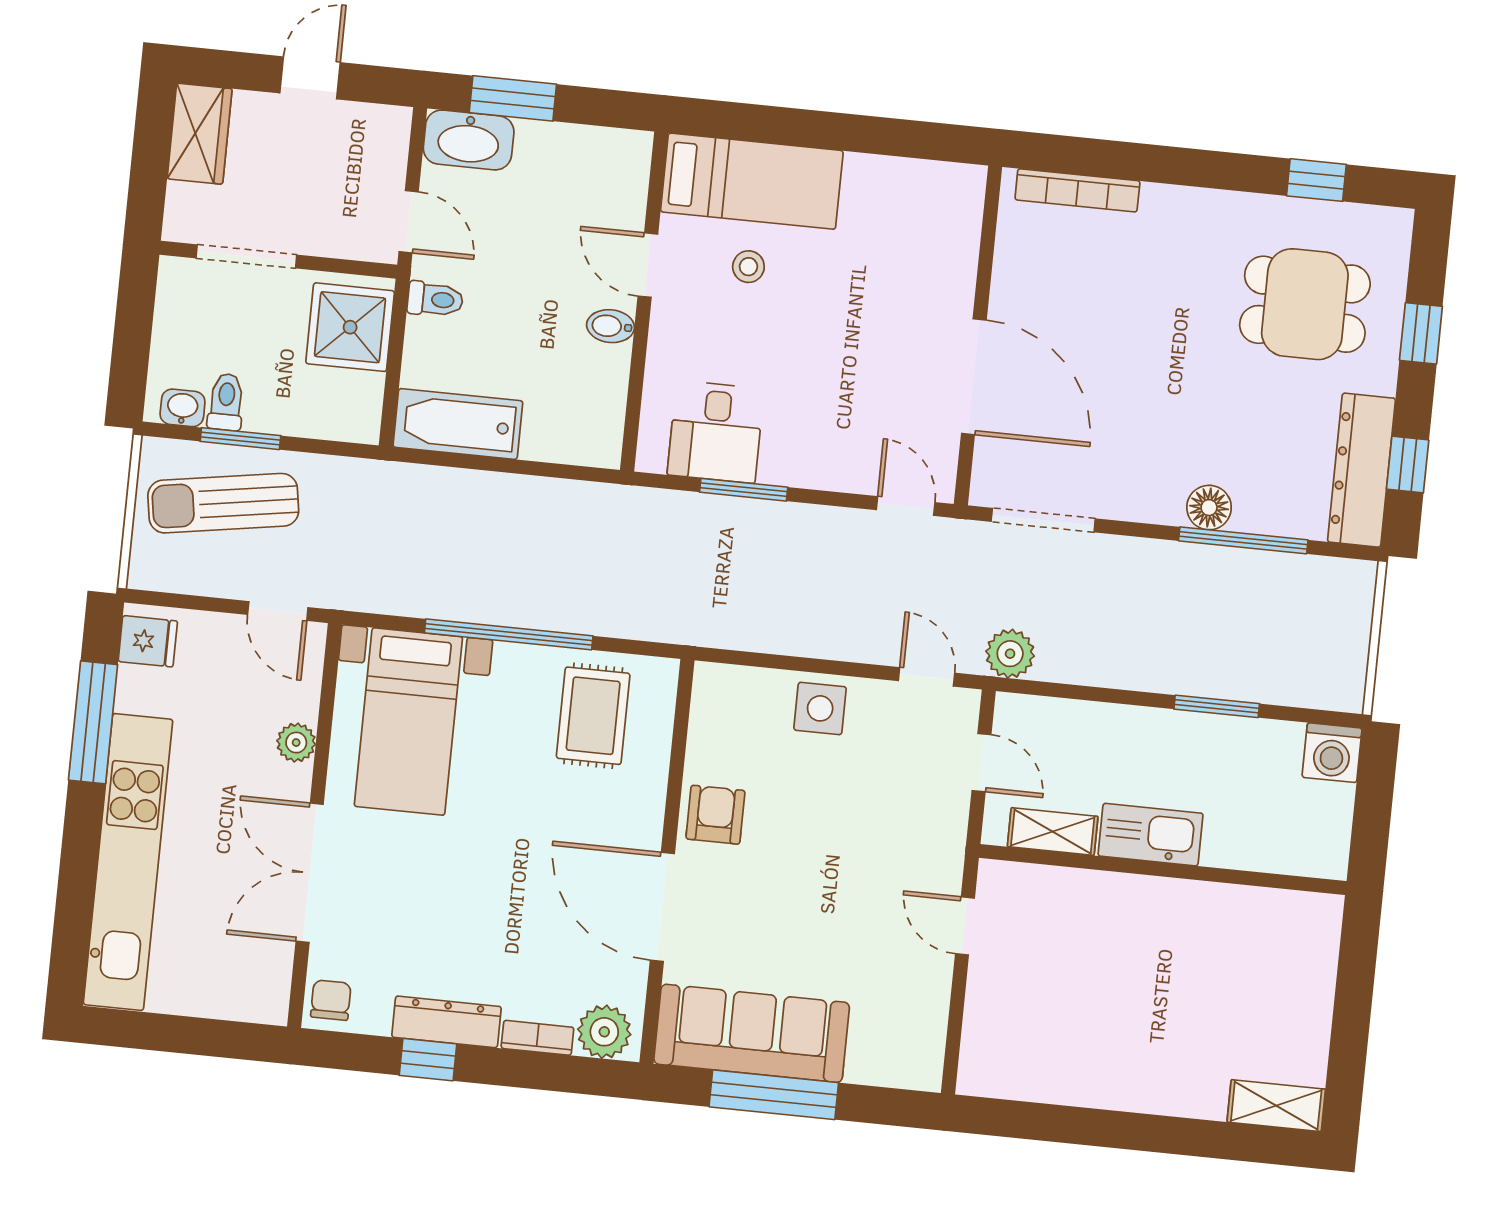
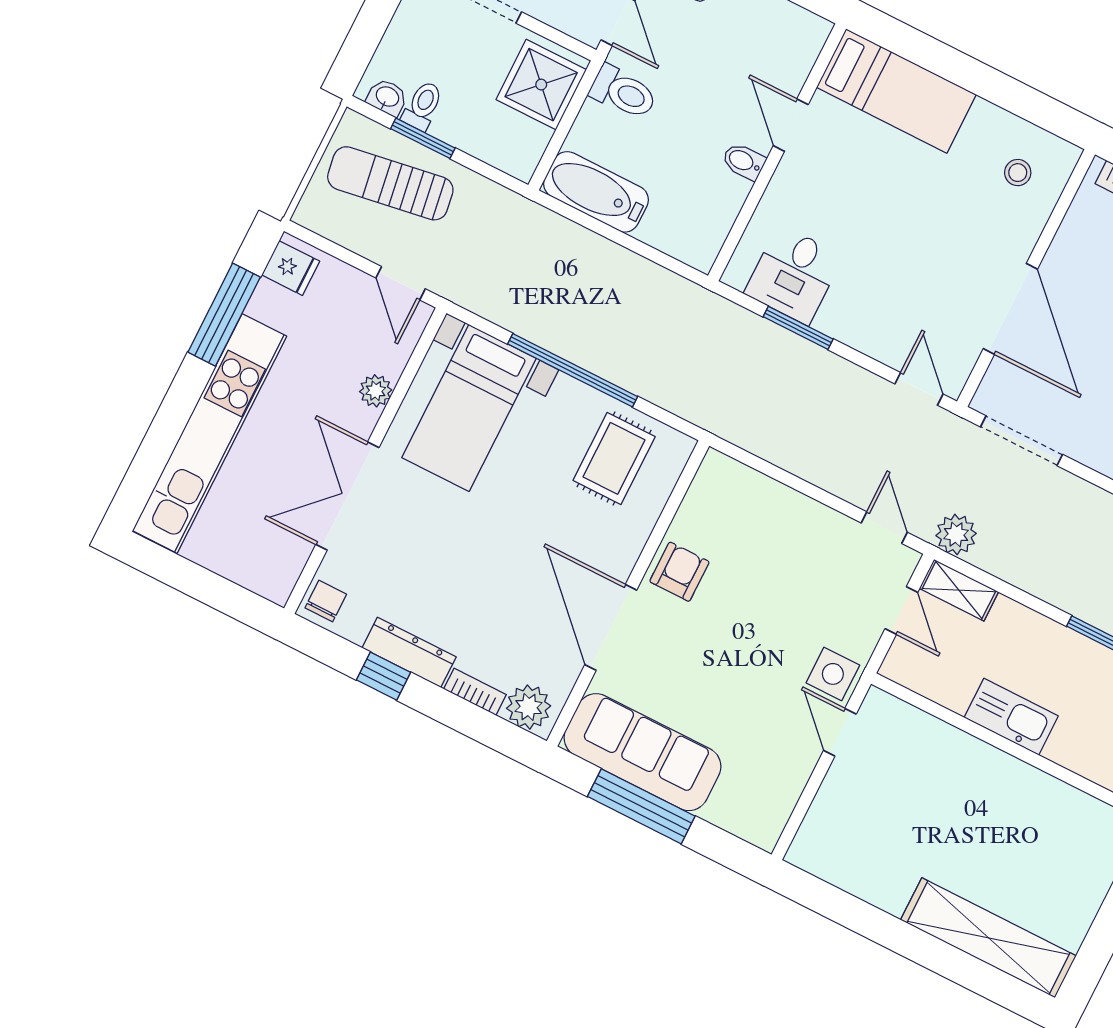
stool: (748, 267) -> (1018, 173), moved
toilet: (435, 299) -> (623, 92), width x1.37, depth x1.39
side table: (820, 708) -> (833, 674), moved
shelving: (1053, 832) -> (959, 590), moved
shelving: (1276, 1106) -> (988, 938), width x2.20, depth x1.33

